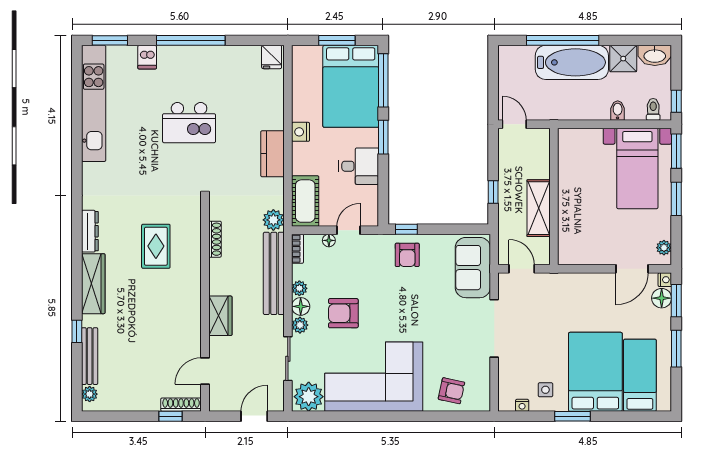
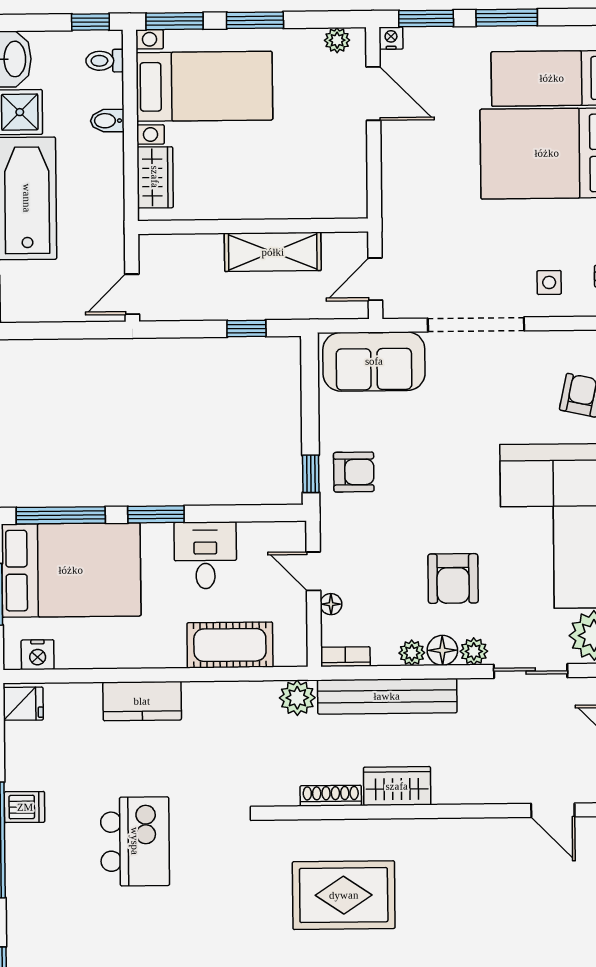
dishwasher: (147, 57) -> (25, 807), moved
nightstand: (301, 132) -> (38, 655), moved
wardrobe: (584, 139) -> (155, 177), added
kitchen counter: (272, 154) -> (142, 701), moved
cot: (305, 201) -> (230, 645), moved
rug: (156, 246) -> (344, 895), width x1.36, depth x1.43
floor lamp: (662, 298) -> (422, 43), removed
wardrobe: (220, 316) -> (397, 786), moved
side table: (545, 390) -> (549, 282), moved

